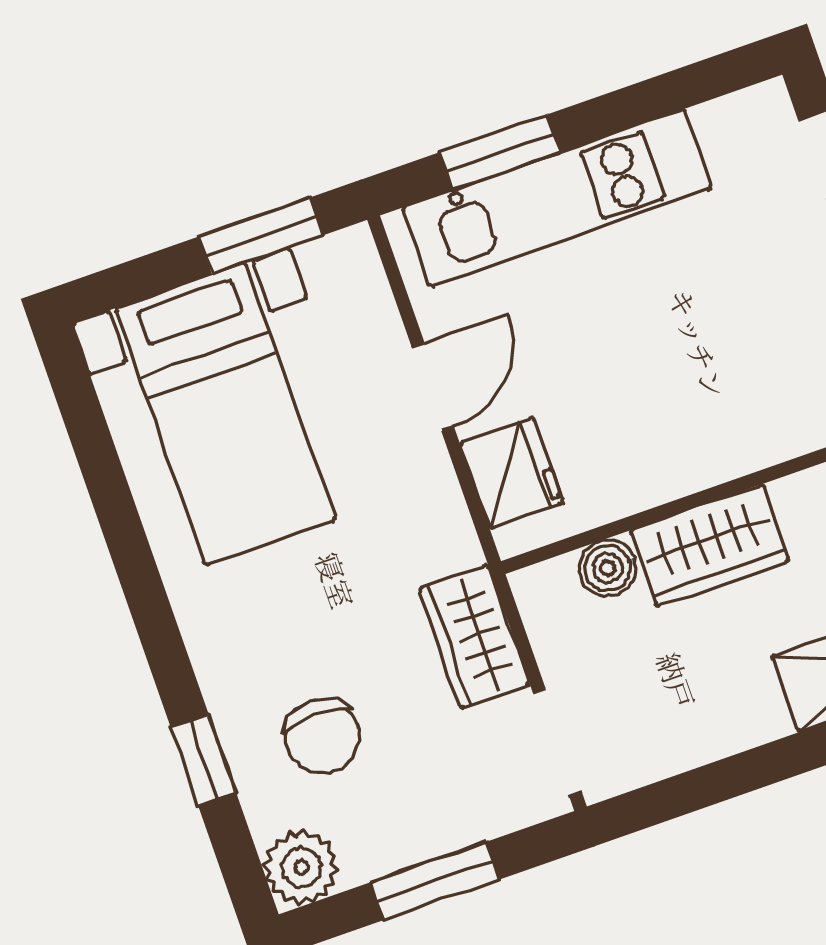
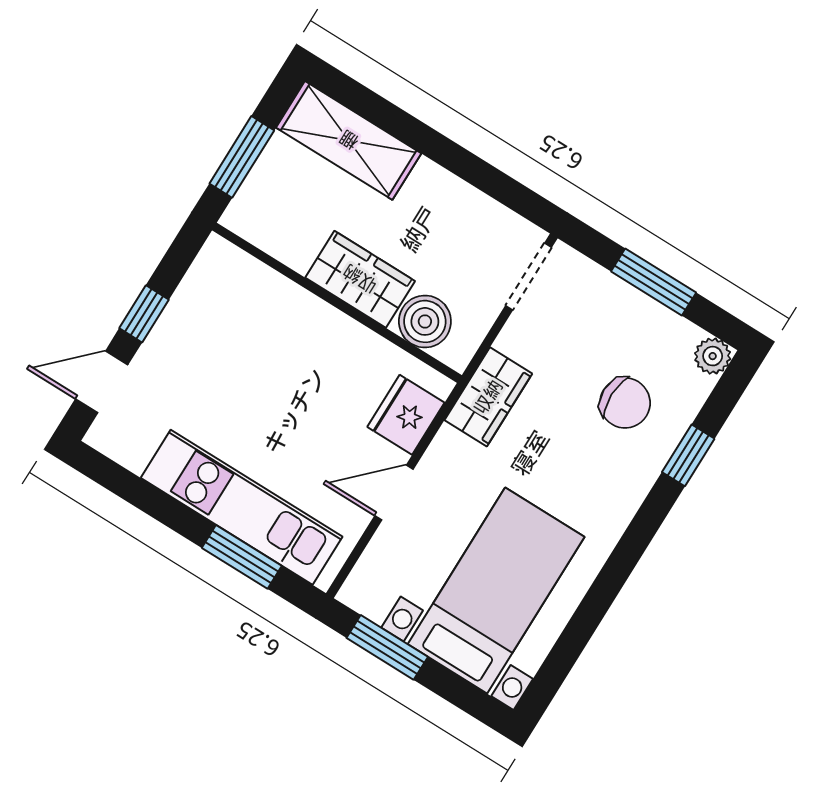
boiler: (608, 568) -> (425, 321), width x1.36, depth x1.36
wardrobe: (474, 637) -> (488, 397), moved
chair: (322, 736) -> (625, 403), turned 90
plant: (301, 867) -> (713, 356), width x0.73, depth x0.73

